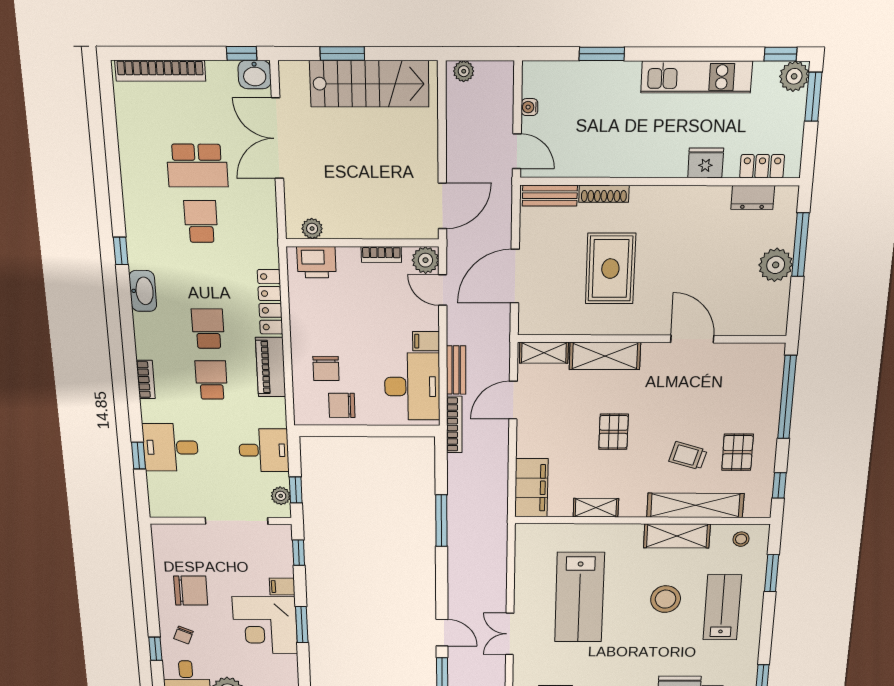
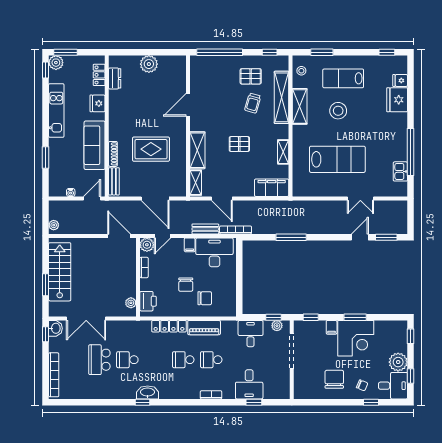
sofa: (623, 157) -> (95, 145), added
school desk: (197, 166) -> (99, 360), turned 180
window: (800, 245) -> (138, 52), removed
washbasin: (143, 291) -> (148, 392), moved
chair: (342, 405) -> (186, 285), moved

